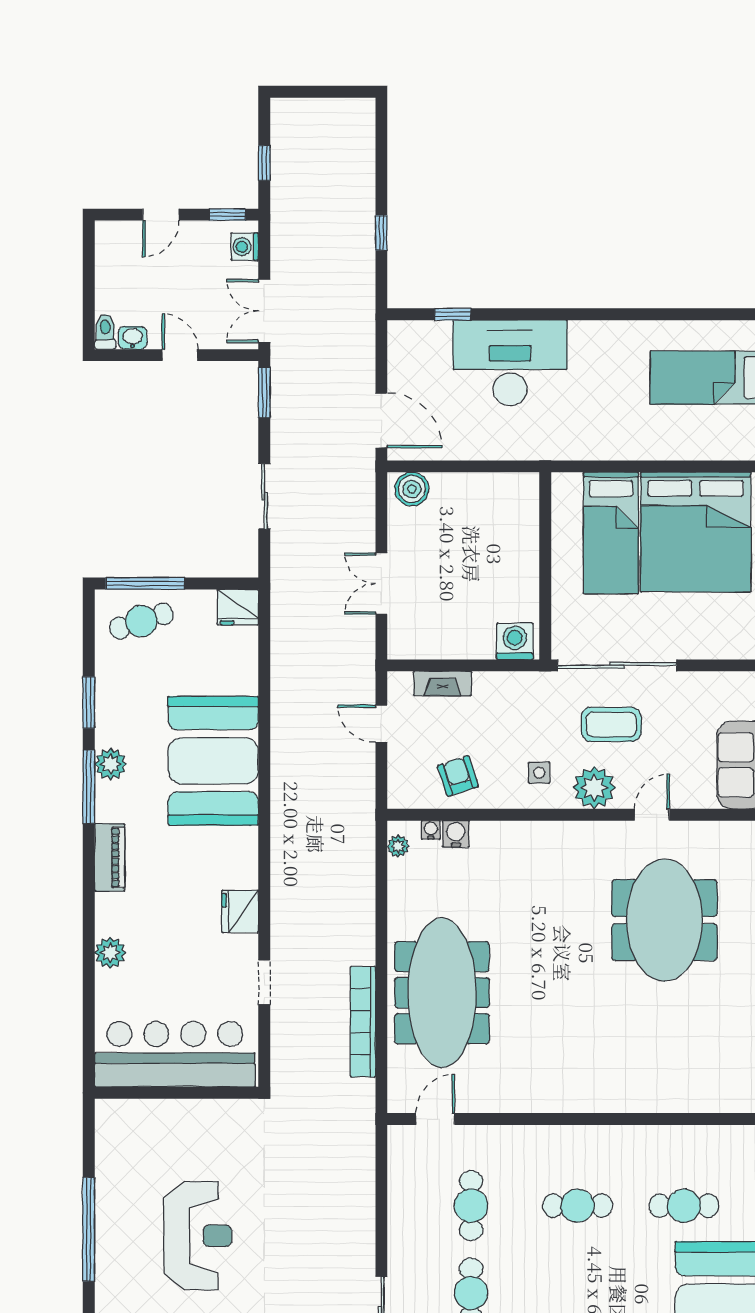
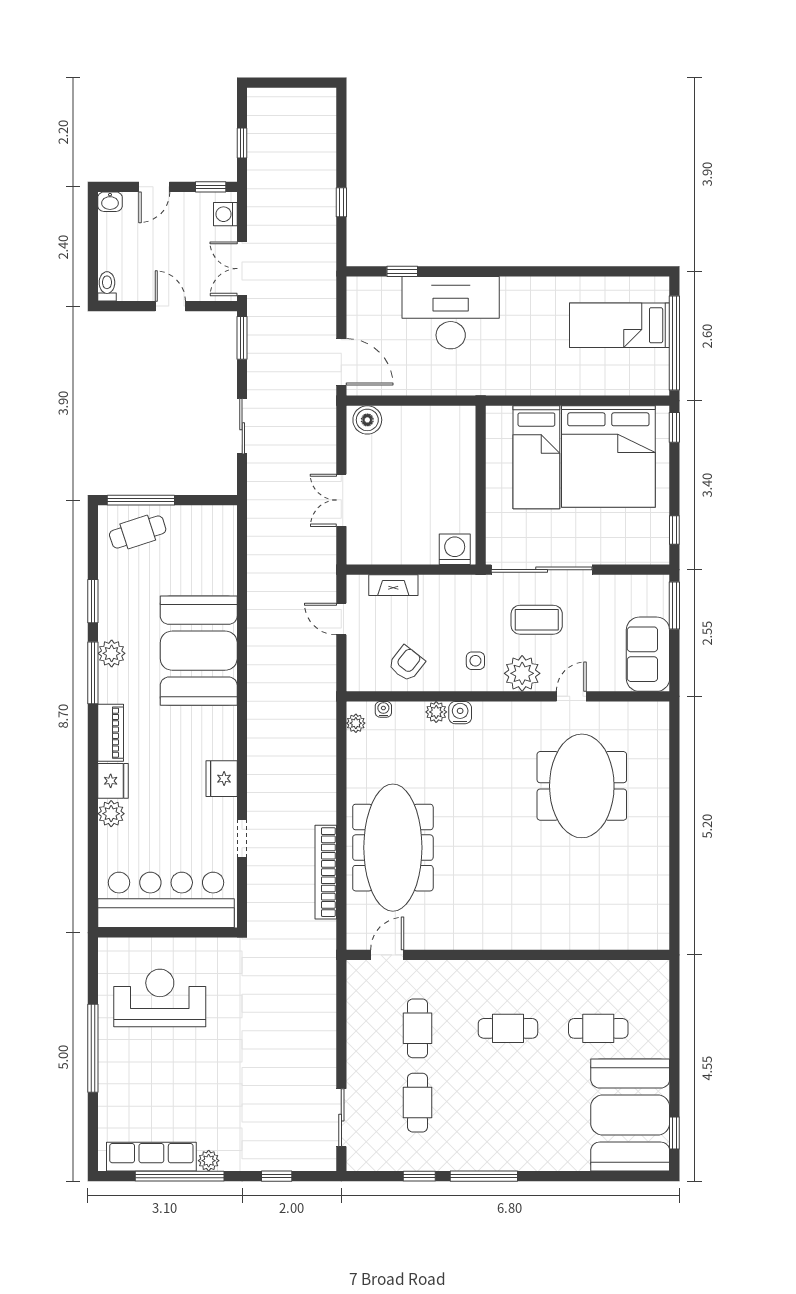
washbasin: (133, 338) -> (110, 202), moved, turned 180
fridge: (238, 607) -> (113, 781), moved, turned -90
armchair: (458, 776) -> (406, 663), turned 56
plant: (493, 833) -> (436, 712), added
water cooler: (456, 834) -> (460, 713), moved
reception desk: (198, 1236) -> (160, 998), moved, turned -90

